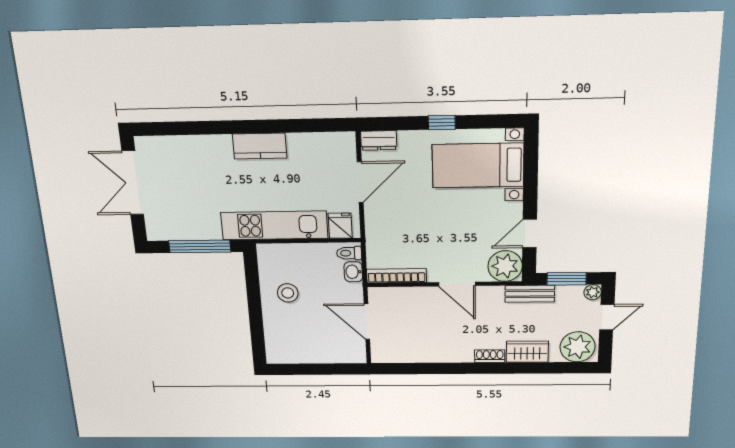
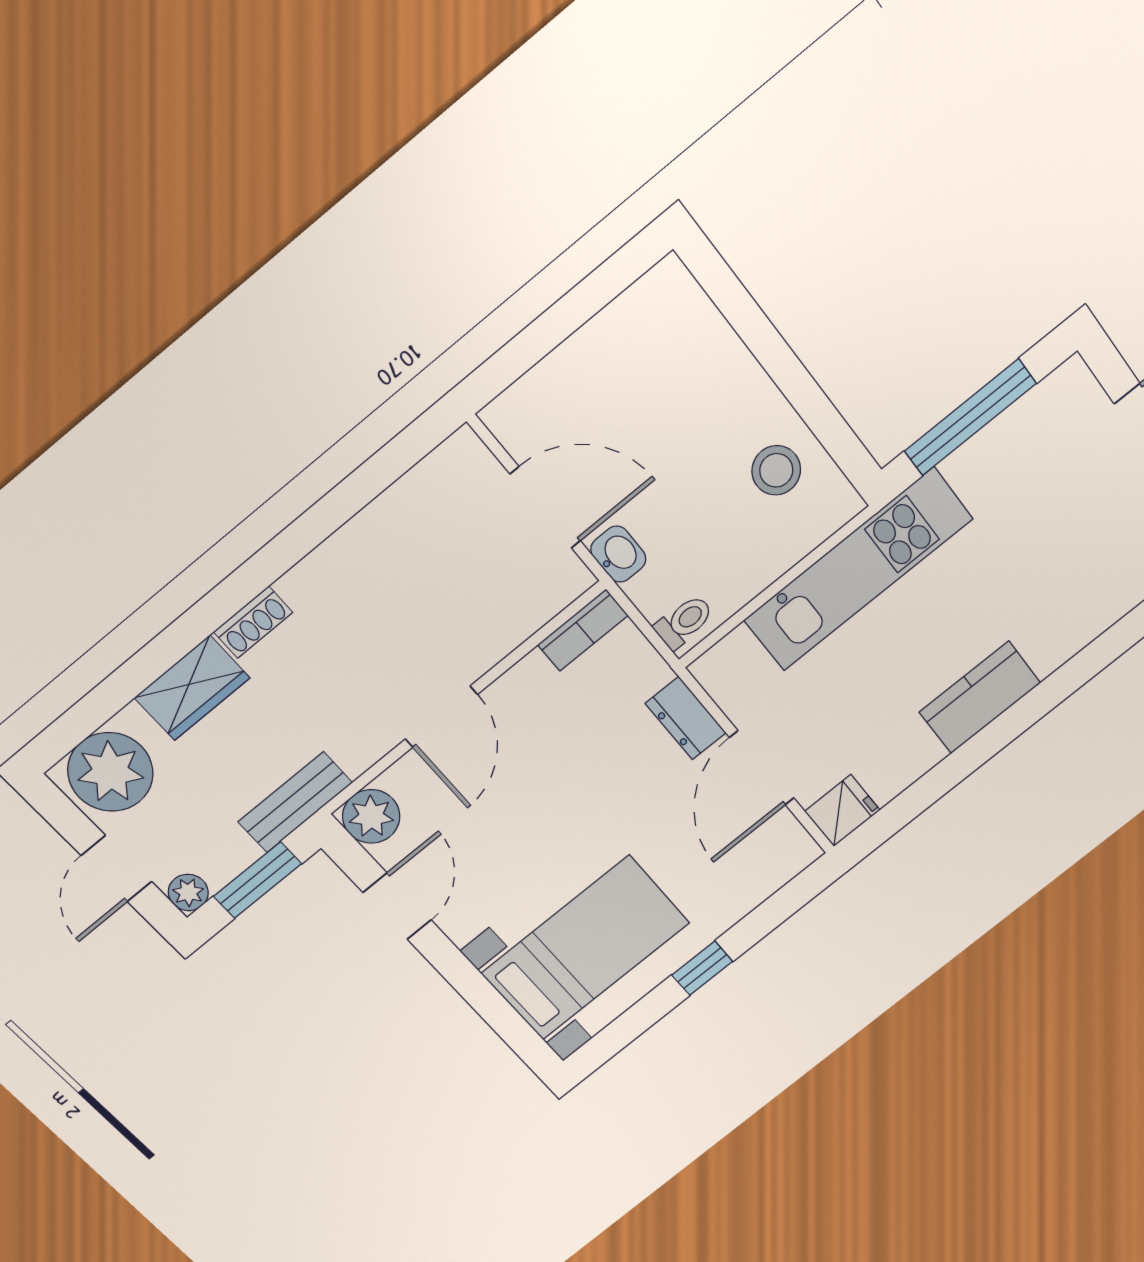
dresser: (379, 140) -> (686, 718), moved, turned -90
fridge: (340, 226) -> (842, 811), moved, turned -90
plant: (505, 266) -> (371, 816), width x0.73, depth x0.73
washbasin: (353, 272) -> (618, 554), moved
bookcase: (397, 276) -> (583, 630), width x0.64
door: (457, 284) -> (441, 717), swing flipped
stool: (288, 293) -> (776, 470), moved

